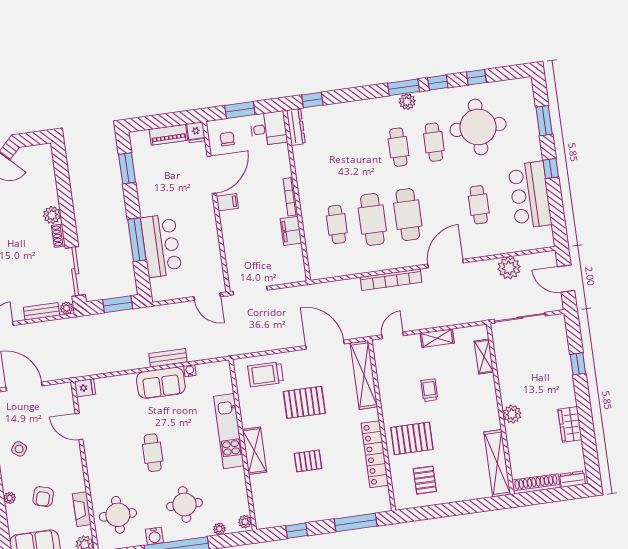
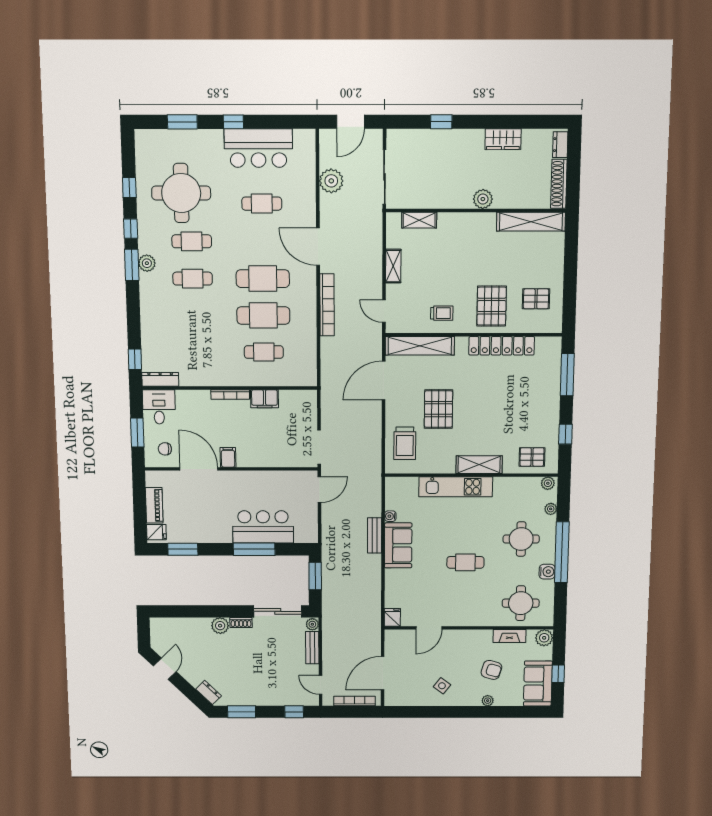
fridge: (196, 132) -> (156, 532), moved
trolley: (429, 390) -> (442, 313), moved, turned 180
pallet: (308, 461) -> (532, 457), moved, turned 90

